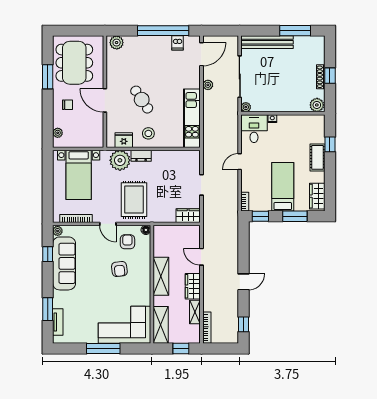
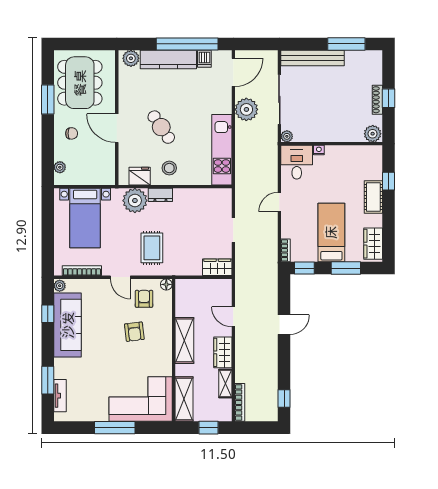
kitchen counter: (148, 43) -> (168, 59), added
plant: (208, 85) -> (246, 109), width x1.87, depth x1.87
rug: (134, 200) -> (152, 248), width x0.73, depth x0.70
door: (243, 282) -> (284, 325), moved

